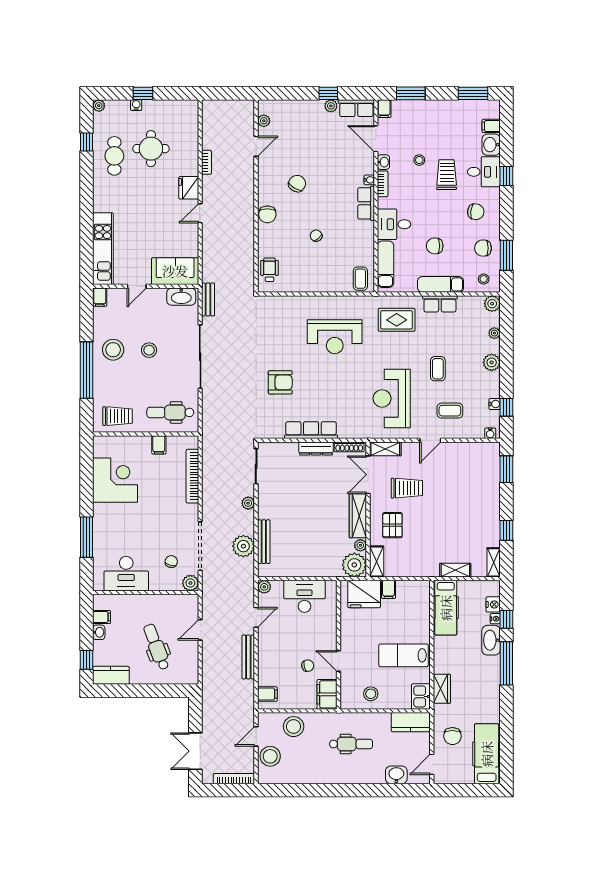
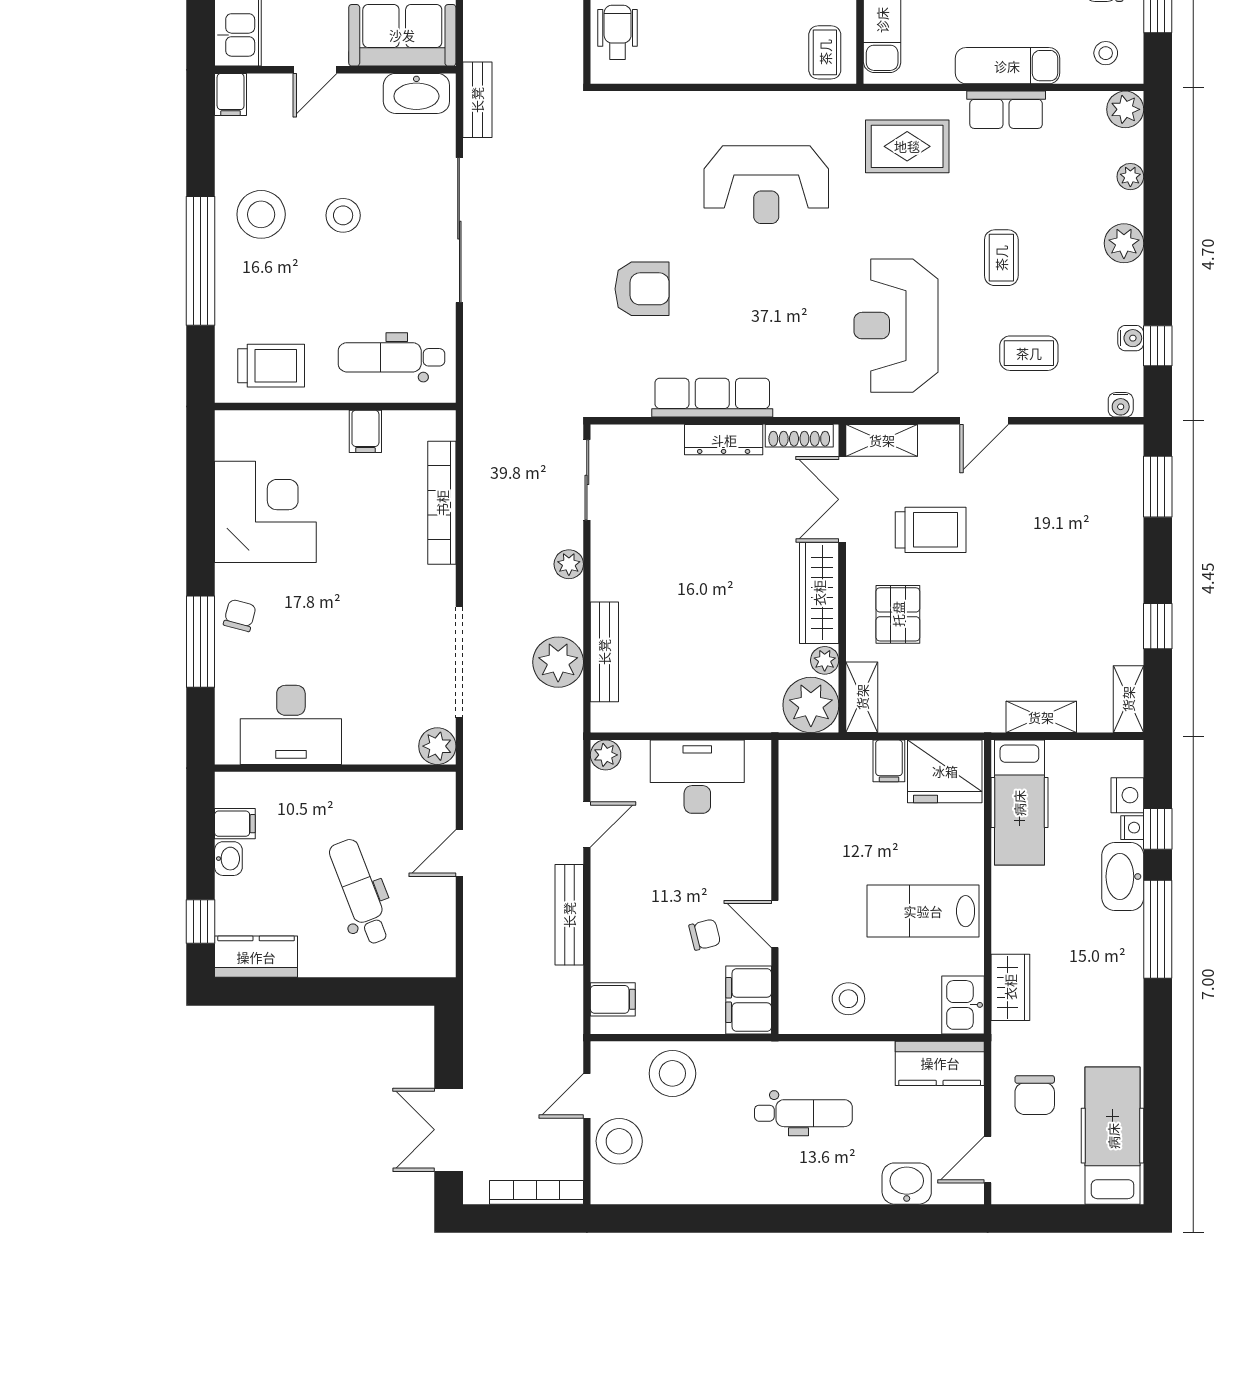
chair: (171, 562) -> (240, 615), moved
fridge: (364, 594) -> (945, 771), moved

